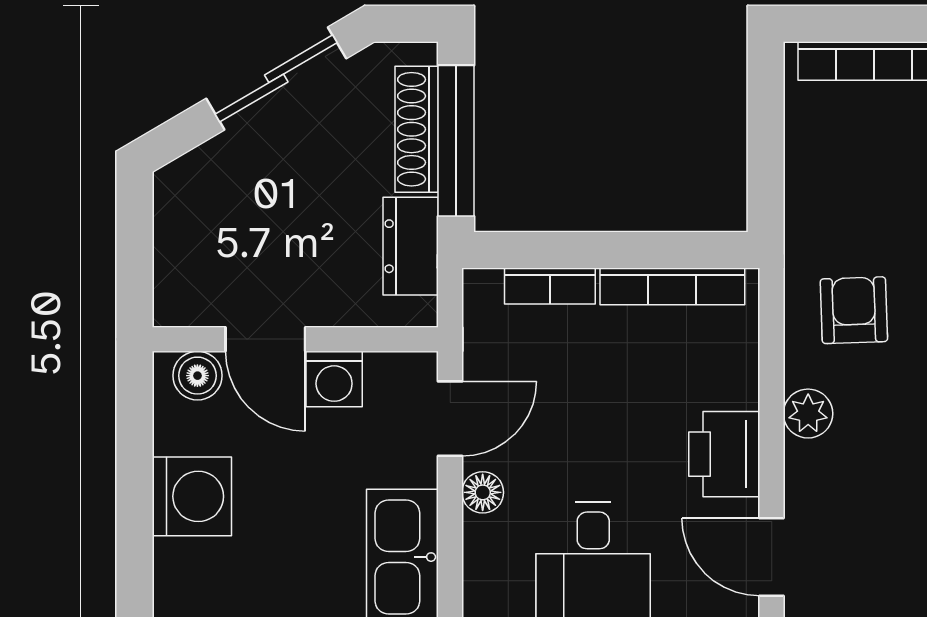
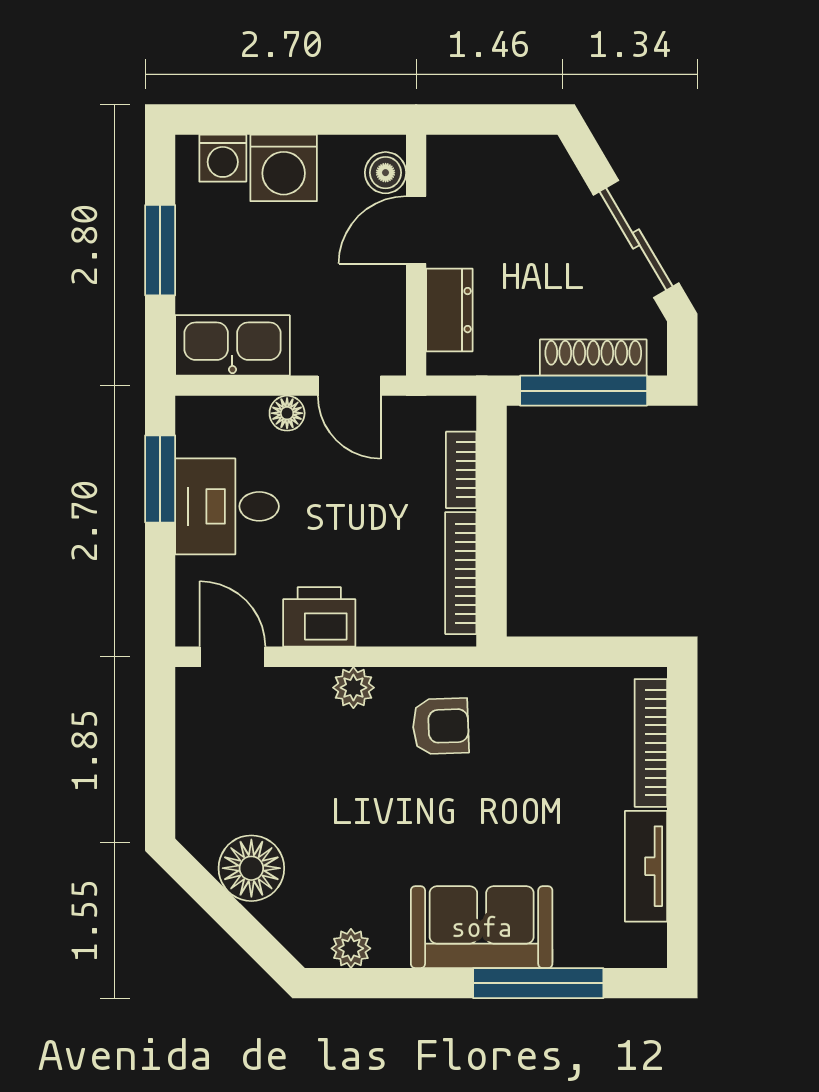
dresser: (411, 246) -> (449, 310), moved, turned 90
washing machine: (334, 379) -> (223, 158), moved, turned -90
door: (772, 557) -> (232, 657), hinge flipped

